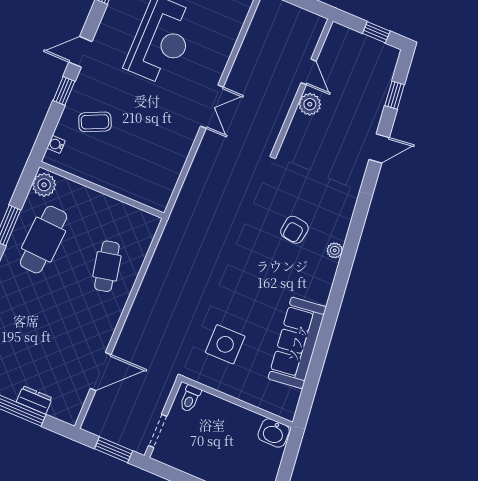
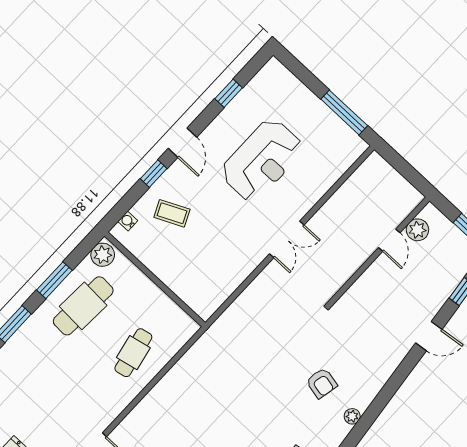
door: (80, 52) -> (182, 143), swing flipped
plant: (310, 104) -> (417, 230), moved
armchair: (294, 230) -> (322, 383), turned -86

